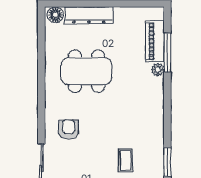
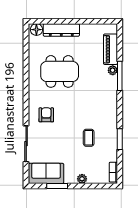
window: (167, 53) -> (120, 76), moved

